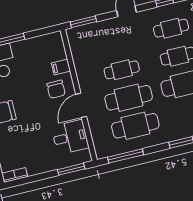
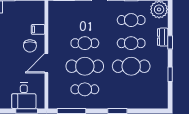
cafe table: (135, 126) -> (85, 89), width x0.73, depth x0.74
desk: (70, 137) -> (24, 96), moved, turned 90

